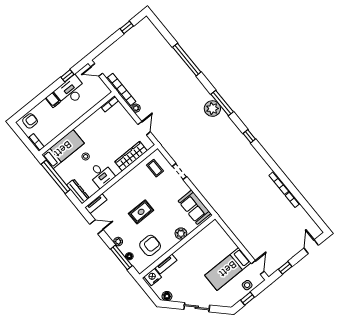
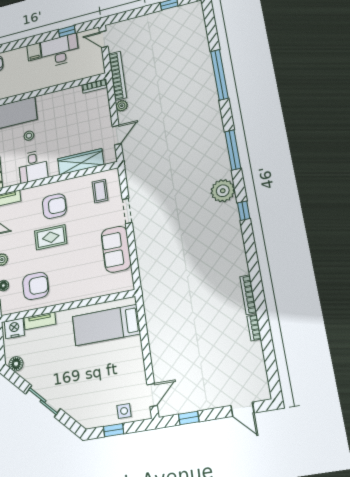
plant: (212, 109) -> (223, 191), moved
armchair: (131, 192) -> (54, 206), added
sofa: (194, 207) -> (116, 249), moved
plant: (181, 234) -> (81, 292), removed
door: (311, 247) -> (242, 409), swing flipped
bed: (228, 269) -> (106, 325), moved

